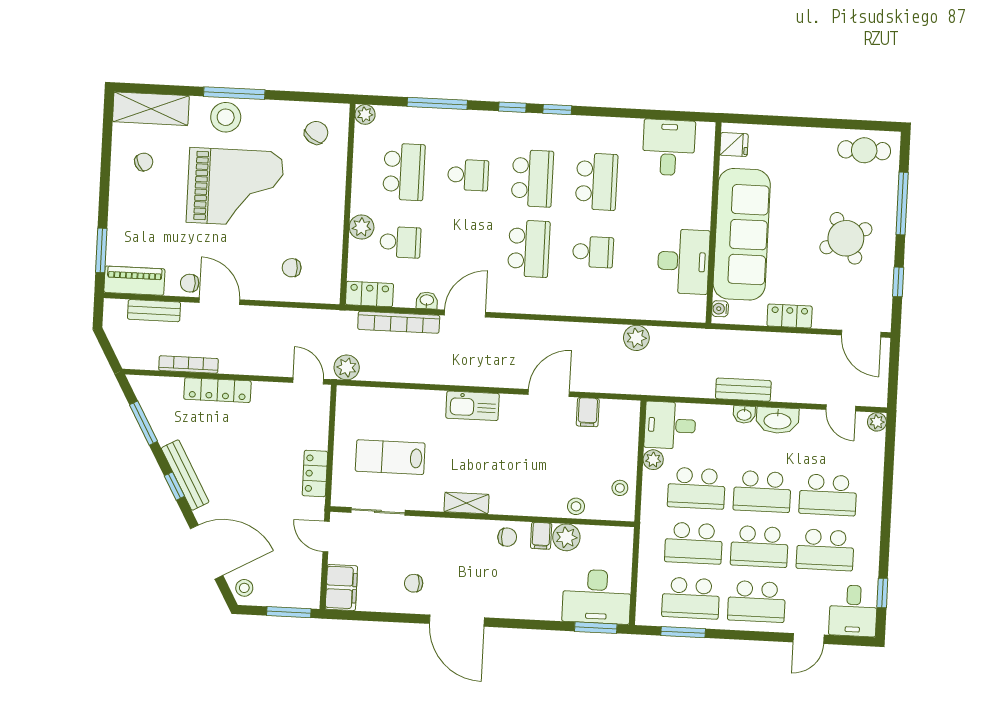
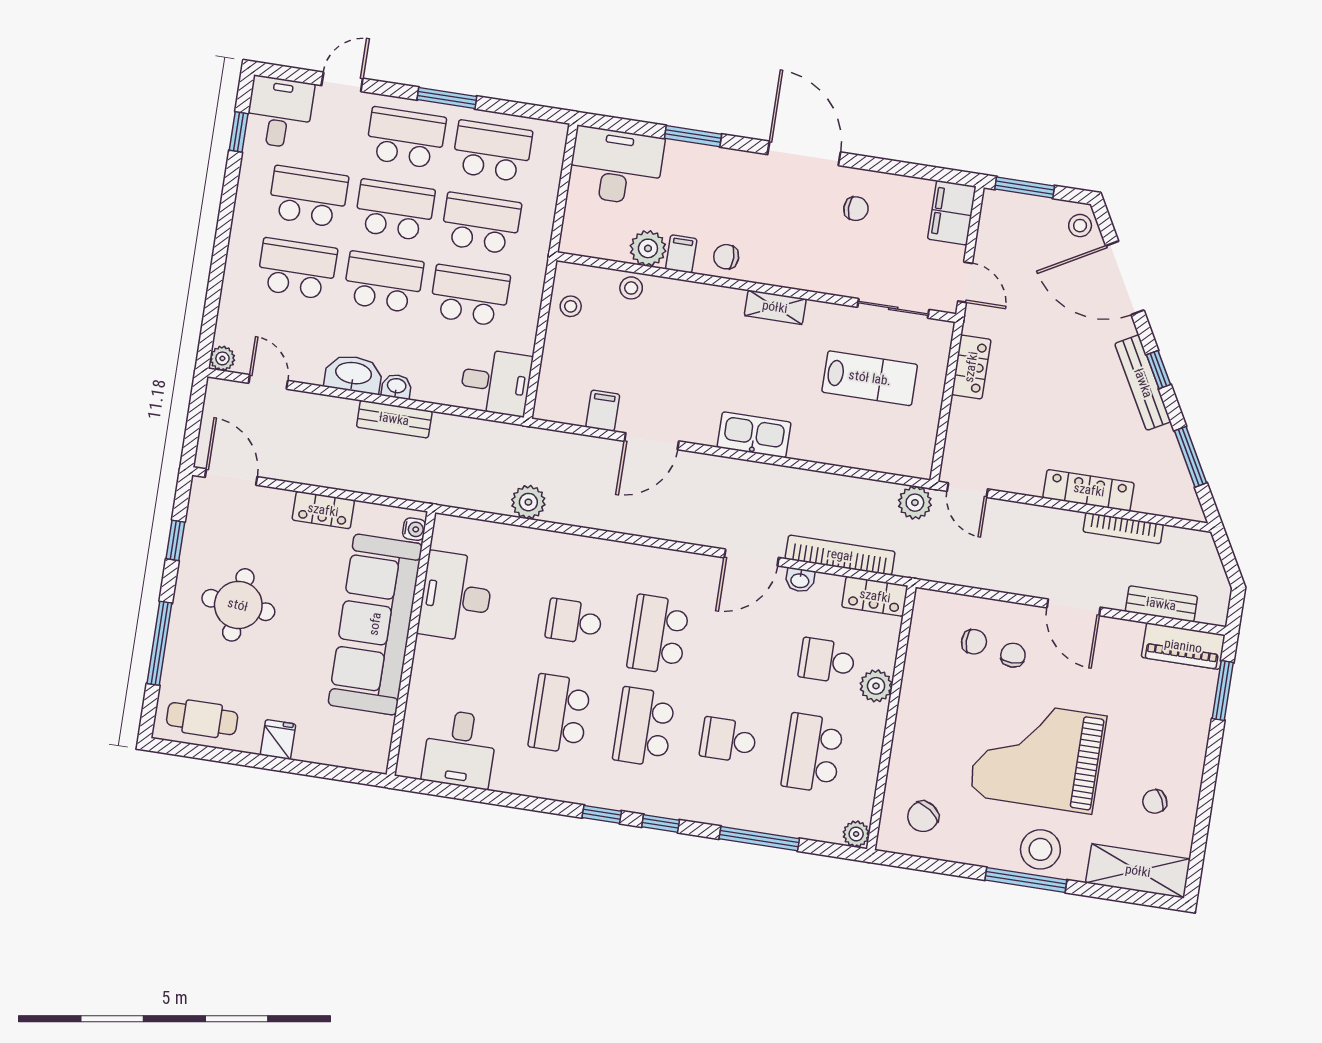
fridge: (734, 144) -> (278, 740), moved, turned 90
round table: (846, 238) -> (238, 605), turned 33
chair: (190, 283) -> (1013, 655), moved, turned -90
plant: (653, 460) -> (523, 339), removed
window: (596, 628) -> (693, 136), moved
window: (683, 632) -> (447, 98), moved

